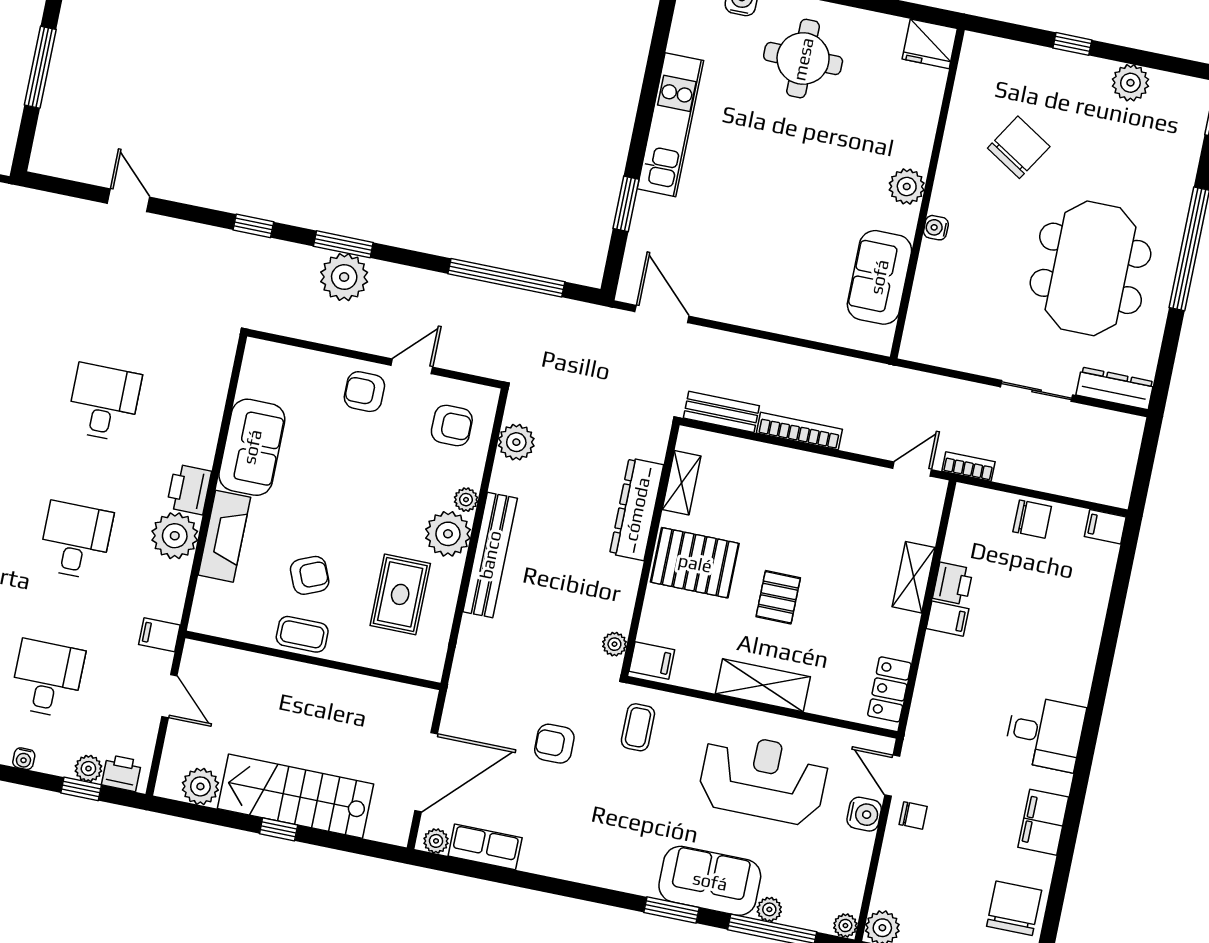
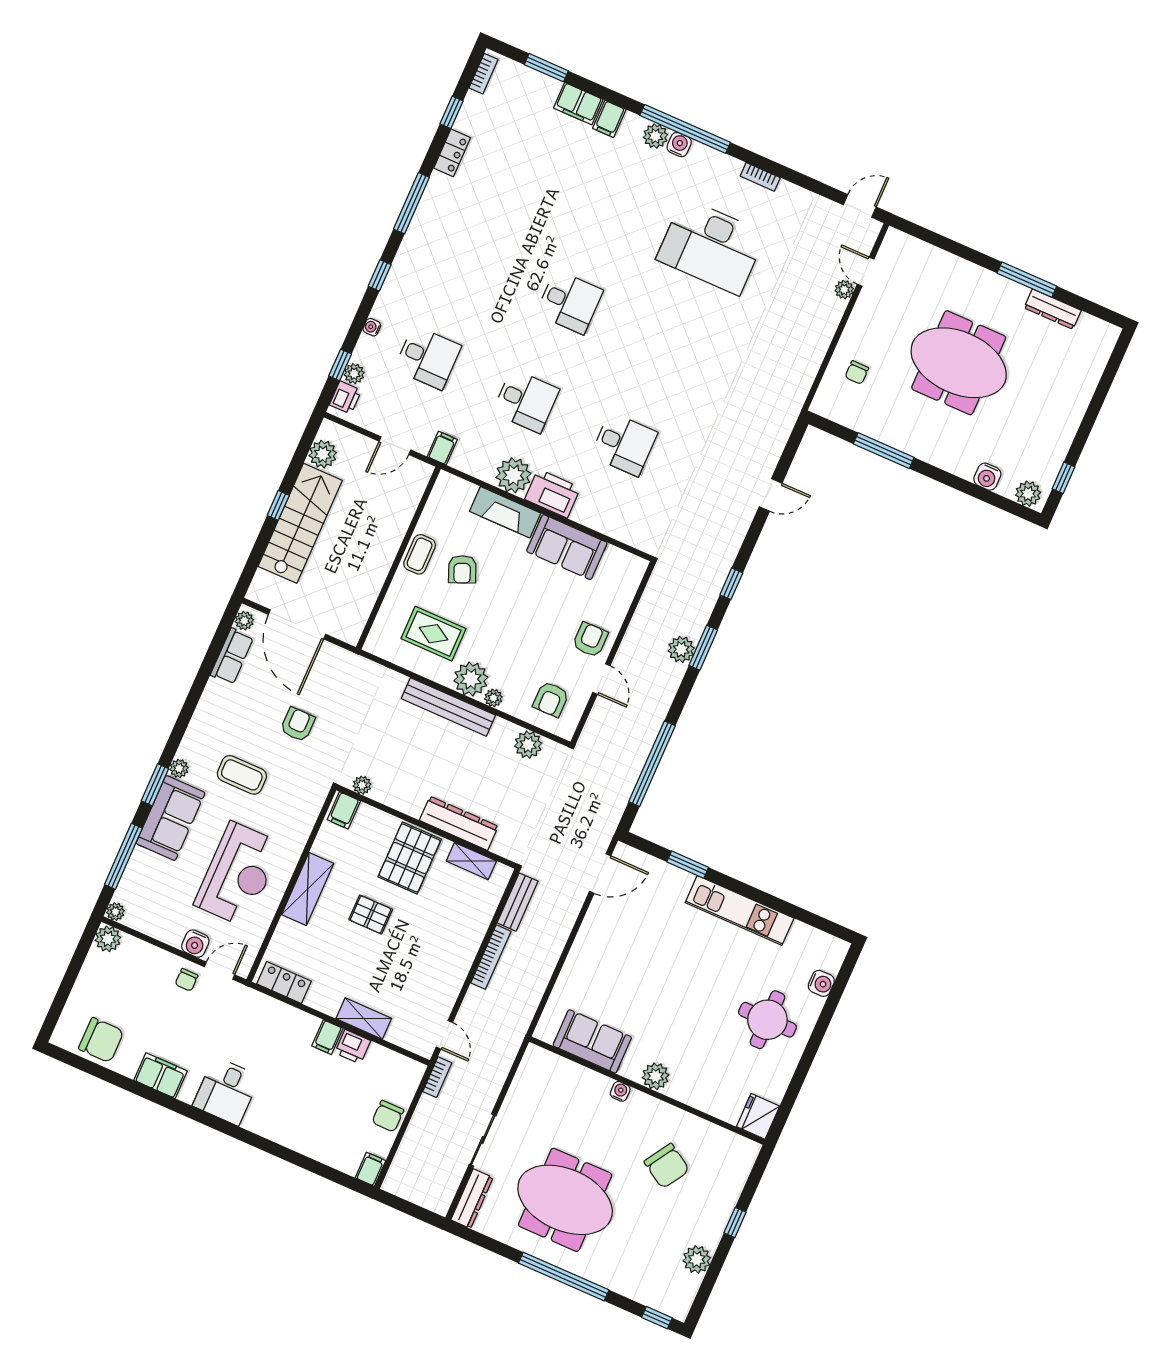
plant: (344, 277) -> (681, 649), width x0.73, depth x0.73
printer: (189, 489) -> (553, 494), width x1.37, depth x1.19
coffee table: (638, 727) -> (242, 775), moved, width x1.36, depth x1.30
plant: (769, 909) -> (179, 768), moved

